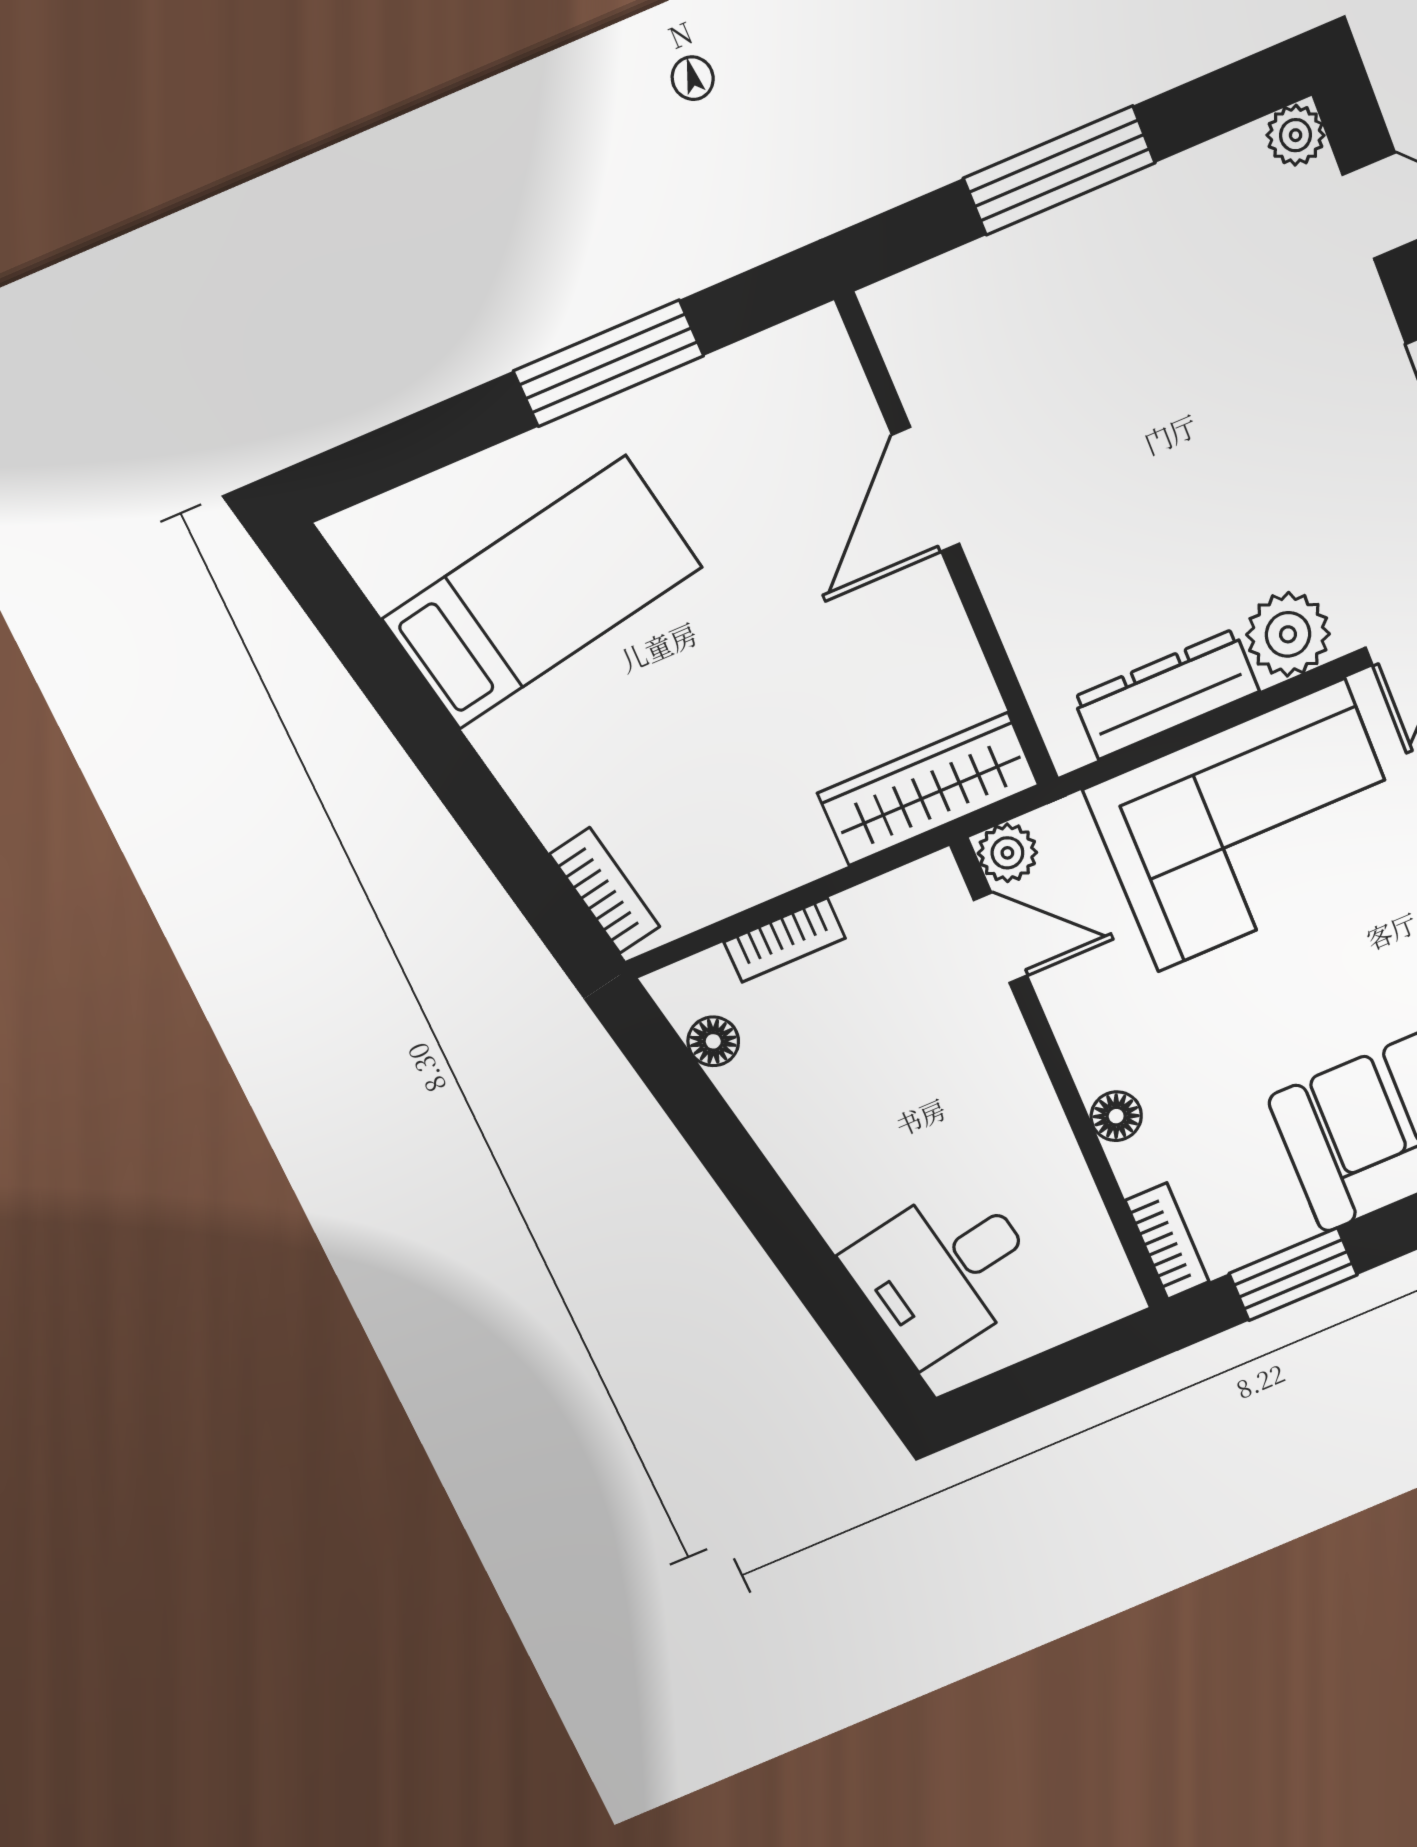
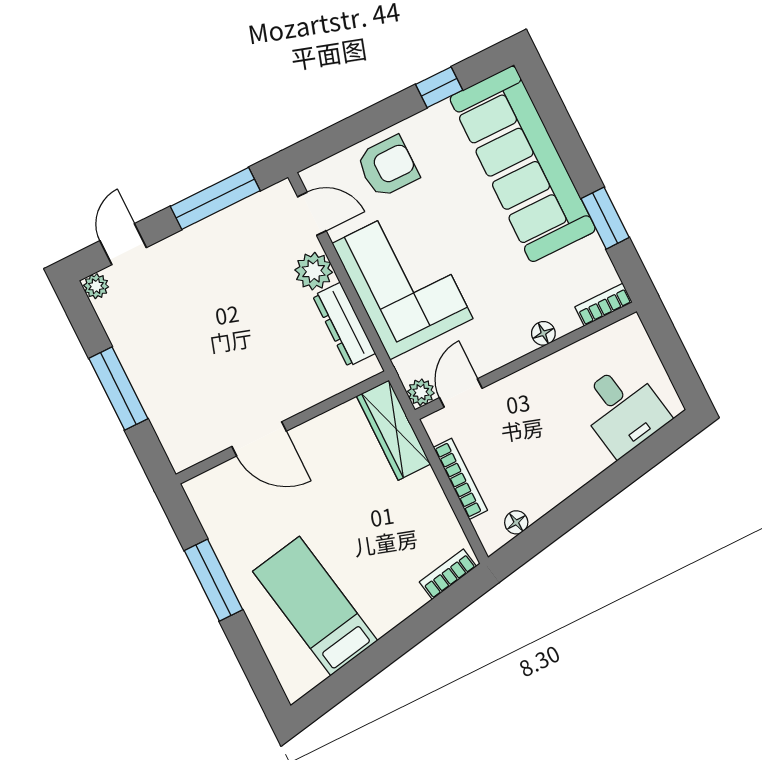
bookcase: (785, 940) -> (460, 479), width x1.56
window: (1293, 1274) -> (605, 218), moved

